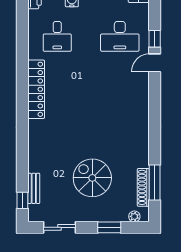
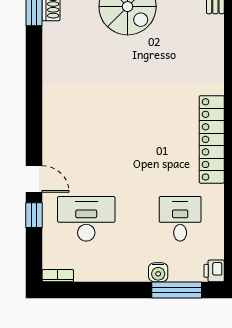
door: (155, 63) -> (34, 179), hinge flipped

